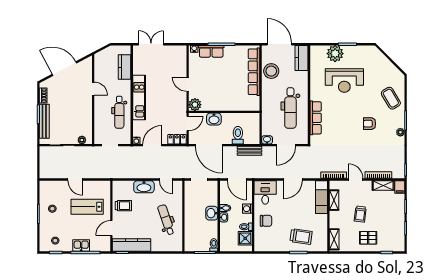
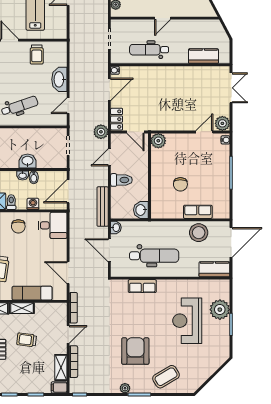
plant: (180, 51) -> (222, 123), added
row of seats: (211, 51) -> (222, 160), removed
row of seats: (254, 72) -> (198, 212), width x0.50
door: (188, 84) -> (204, 132), moved
chair: (231, 86) -> (180, 184), added
door: (93, 89) -> (163, 18), moved
kitchen unit: (139, 97) -> (167, 74), removed
dental chair: (290, 108) -> (154, 256), turned 180
row of seats: (316, 118) -> (142, 286), width x0.68
washbasin: (214, 119) -> (141, 210), moved
armchair: (370, 124) -> (135, 351), width x1.88, depth x1.88
toilet: (238, 135) -> (121, 180), moved
door: (152, 145) -> (109, 89), hinge flipped
door: (209, 145) -> (109, 157), width x0.53
bench: (250, 151) -> (103, 207), width x1.36
plant: (187, 152) -> (101, 132), added
door: (293, 180) -> (68, 273), moved
exam couch: (321, 197) -> (32, 293), moved
shelving: (334, 200) -> (22, 308), moved

